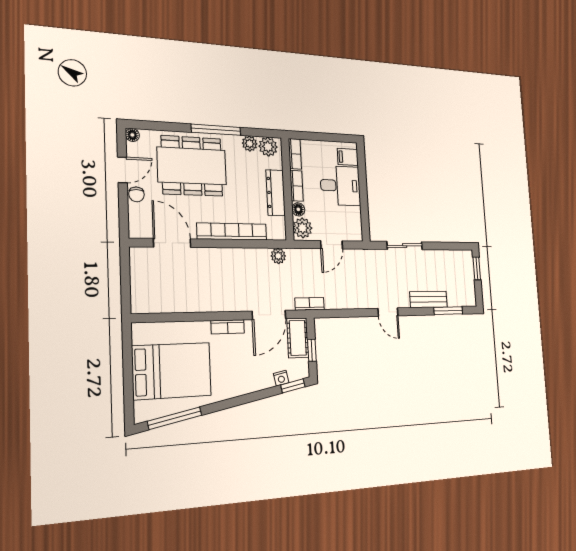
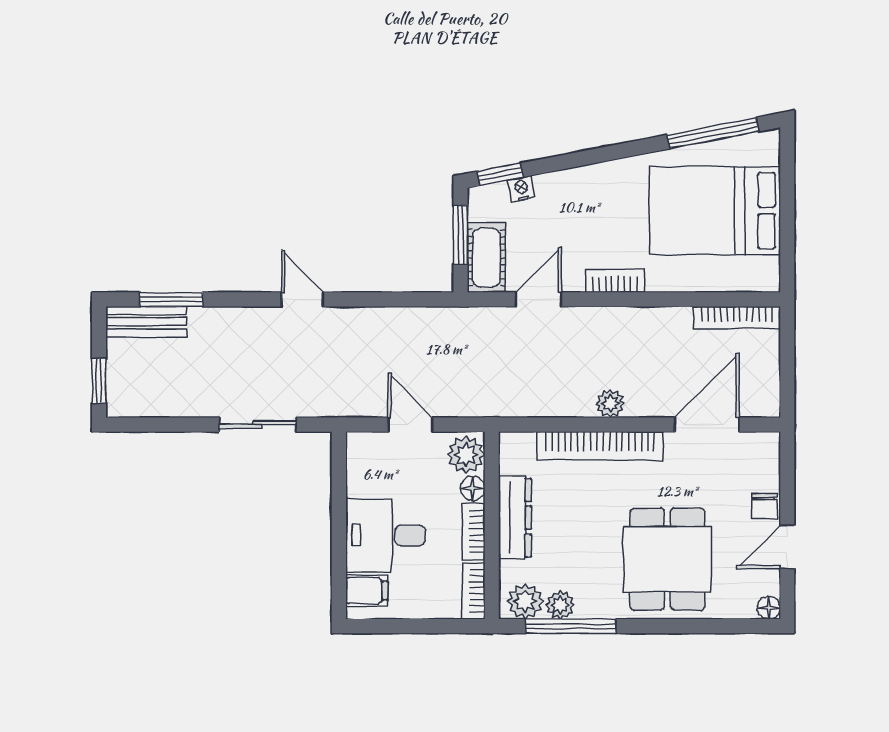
window: (216, 130) -> (571, 626), moved
dining table: (192, 166) -> (667, 559), width x0.73
chair: (136, 194) -> (765, 506), turned 180
door: (172, 243) -> (707, 425), swing flipped
door: (332, 245) -> (410, 425), hinge flipped
plant: (278, 256) -> (610, 404), moved
bench: (428, 299) -> (146, 322), moved
bookcase: (310, 304) -> (737, 318), moved, width x1.56
door: (269, 315) -> (539, 299), width x0.73
window: (312, 350) -> (460, 235), width x1.50

